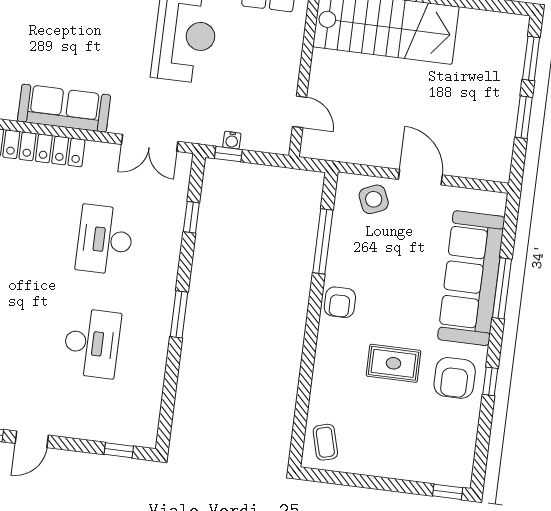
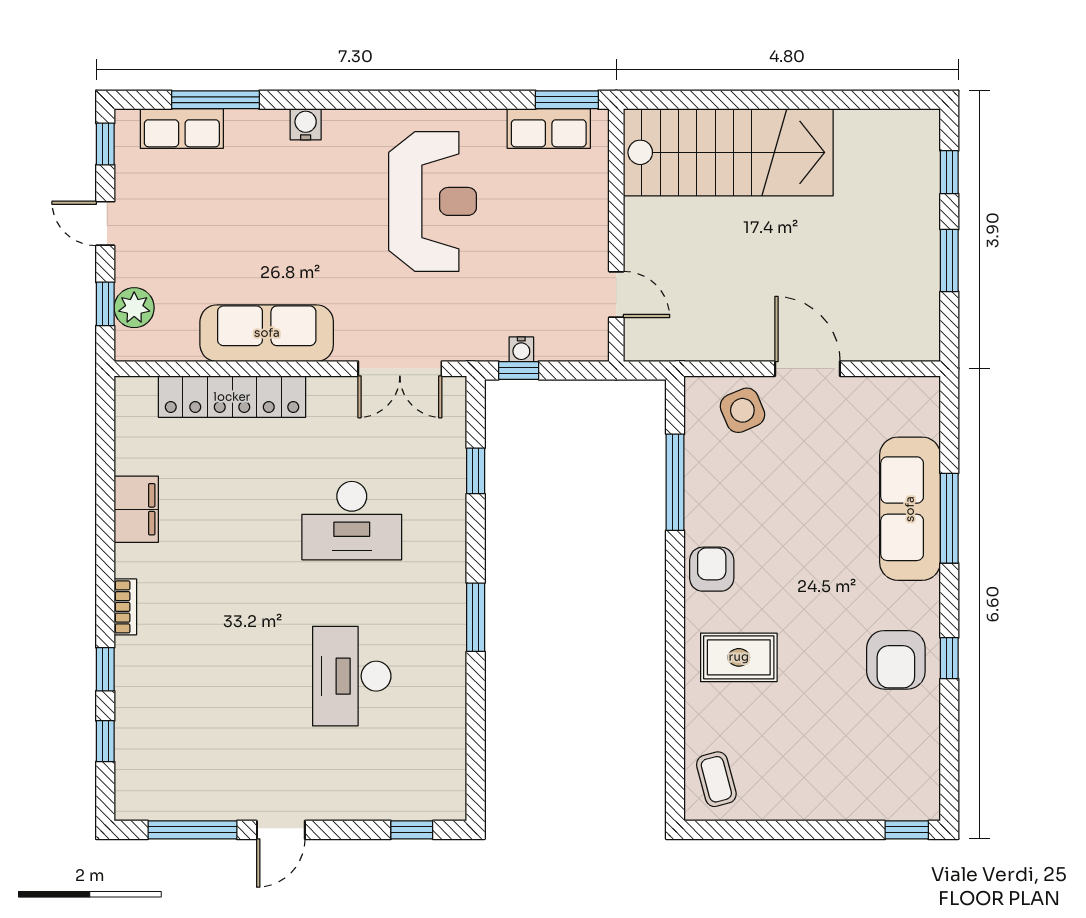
window: (531, 58) -> (949, 172), width x0.67
desk: (105, 240) -> (352, 521), turned -90
sofa: (471, 278) -> (910, 509), width x0.74, depth x0.79
armchair: (340, 302) -> (712, 569), turned 180
desk: (92, 343) -> (352, 676), turned 180
rug: (393, 363) -> (739, 657), moved

